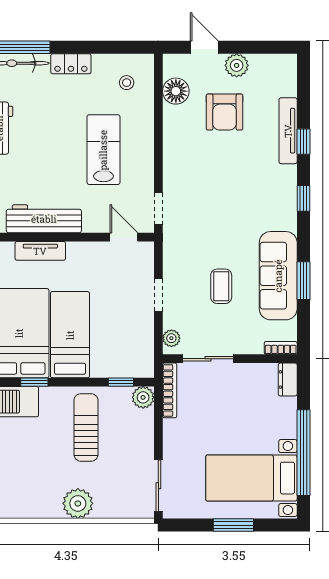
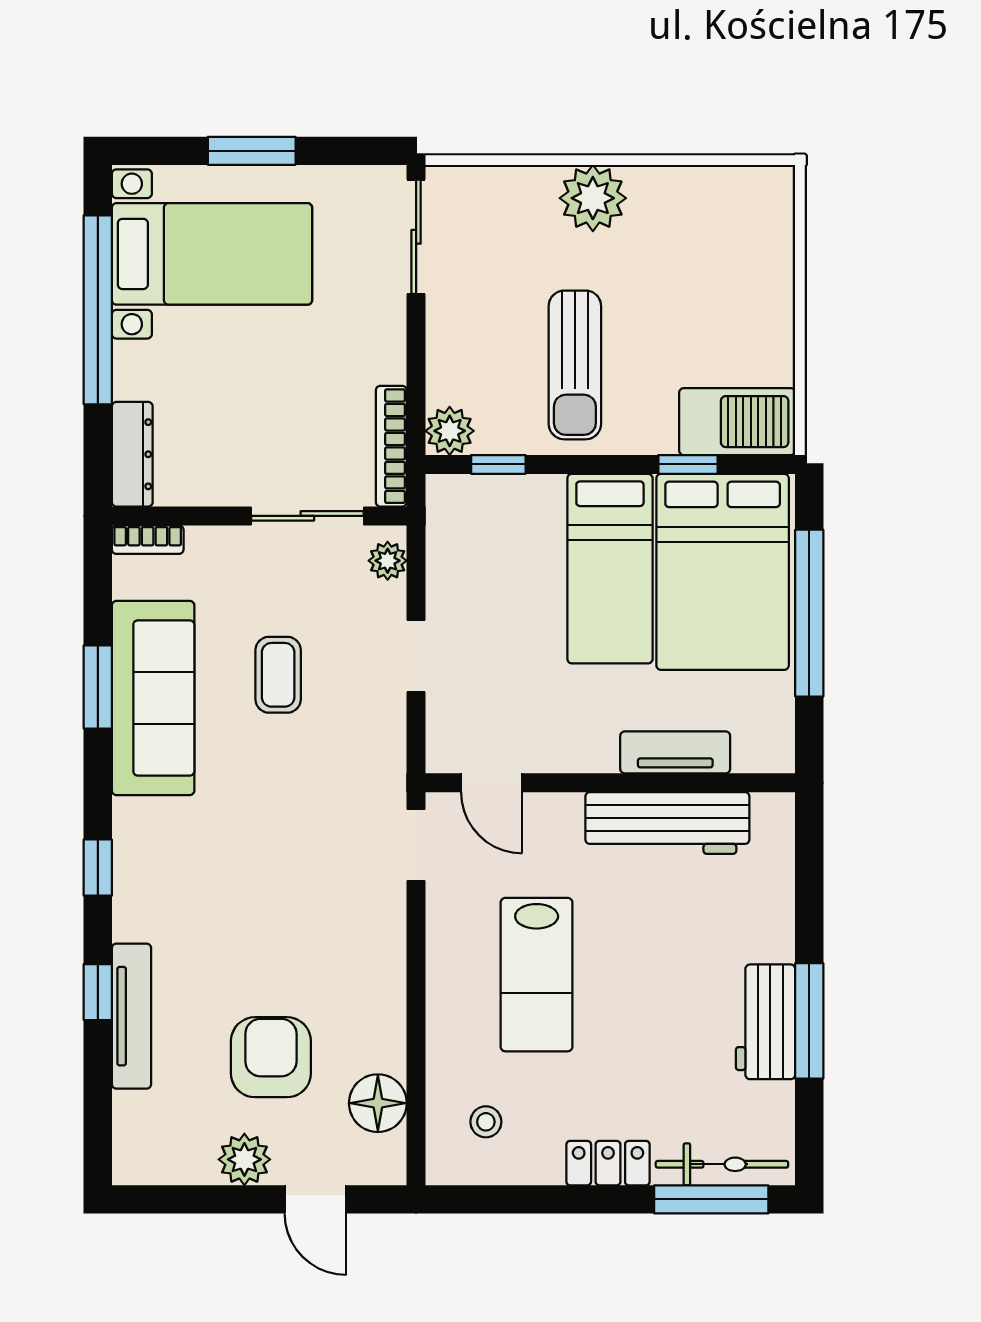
dresser: (288, 379) -> (132, 454), width x1.44

